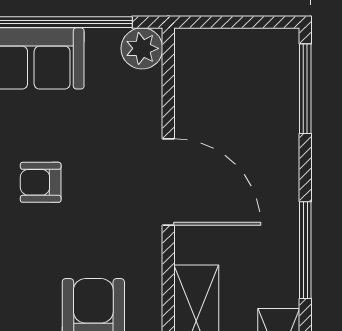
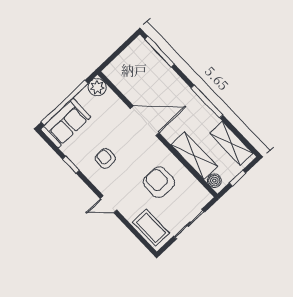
armchair: (41, 182) -> (105, 158), turned 90

